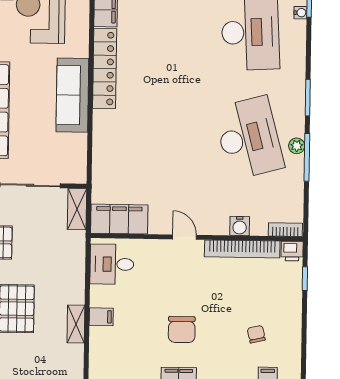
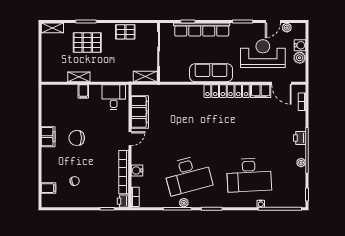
filing cabinet: (119, 219) -> (140, 112), moved

